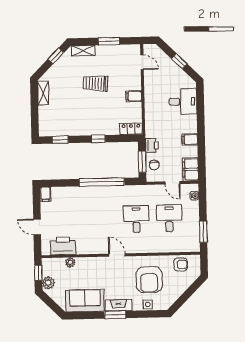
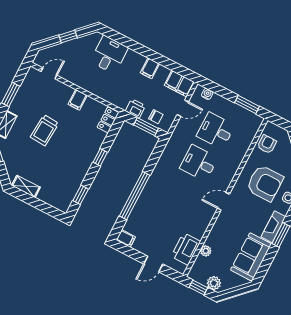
window: (102, 182) -> (135, 196), moved

